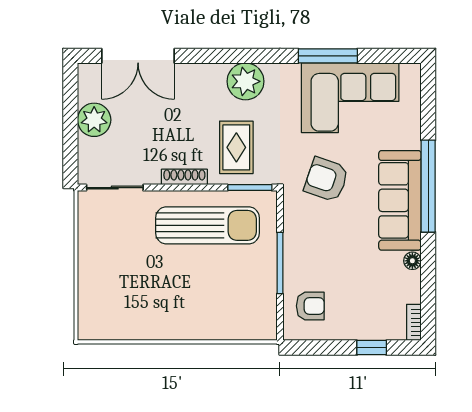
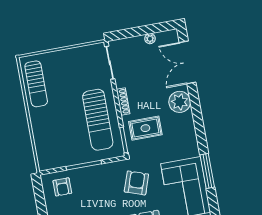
plant: (245, 81) -> (180, 102), moved
plant: (94, 120) -> (150, 39), width x0.53, depth x0.53
sun lounger: (128, 319) -> (36, 84), added

